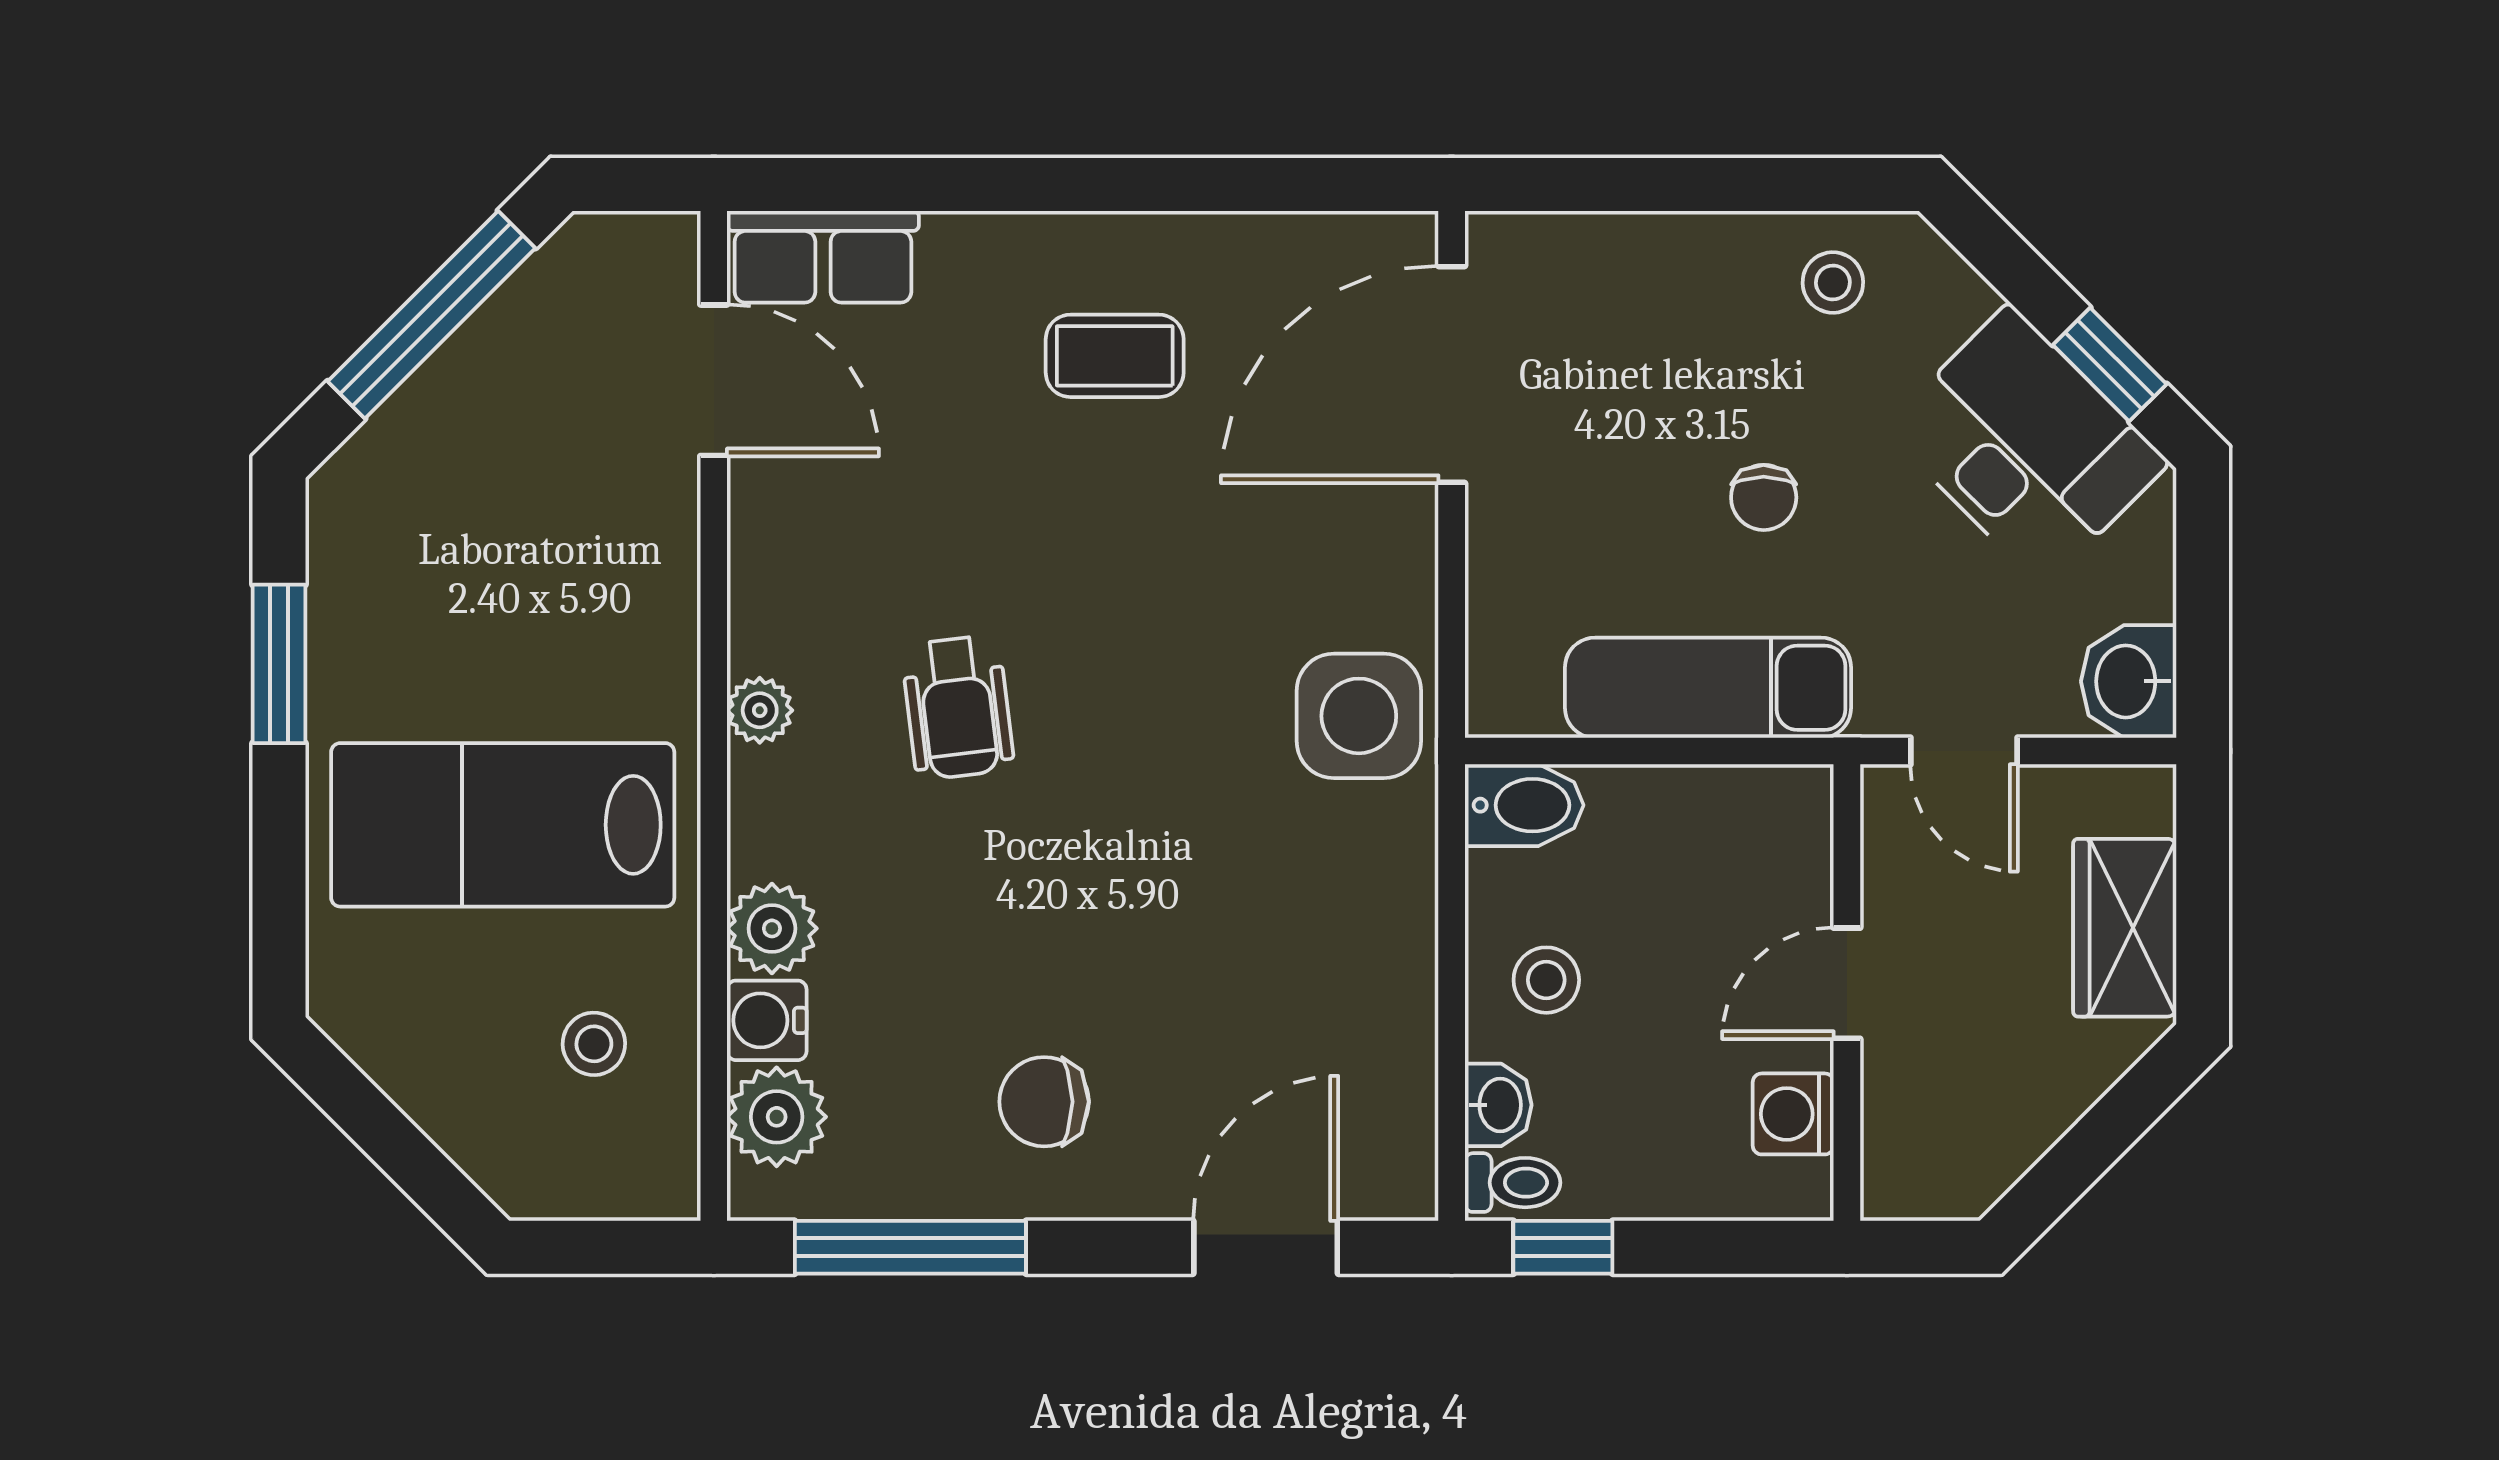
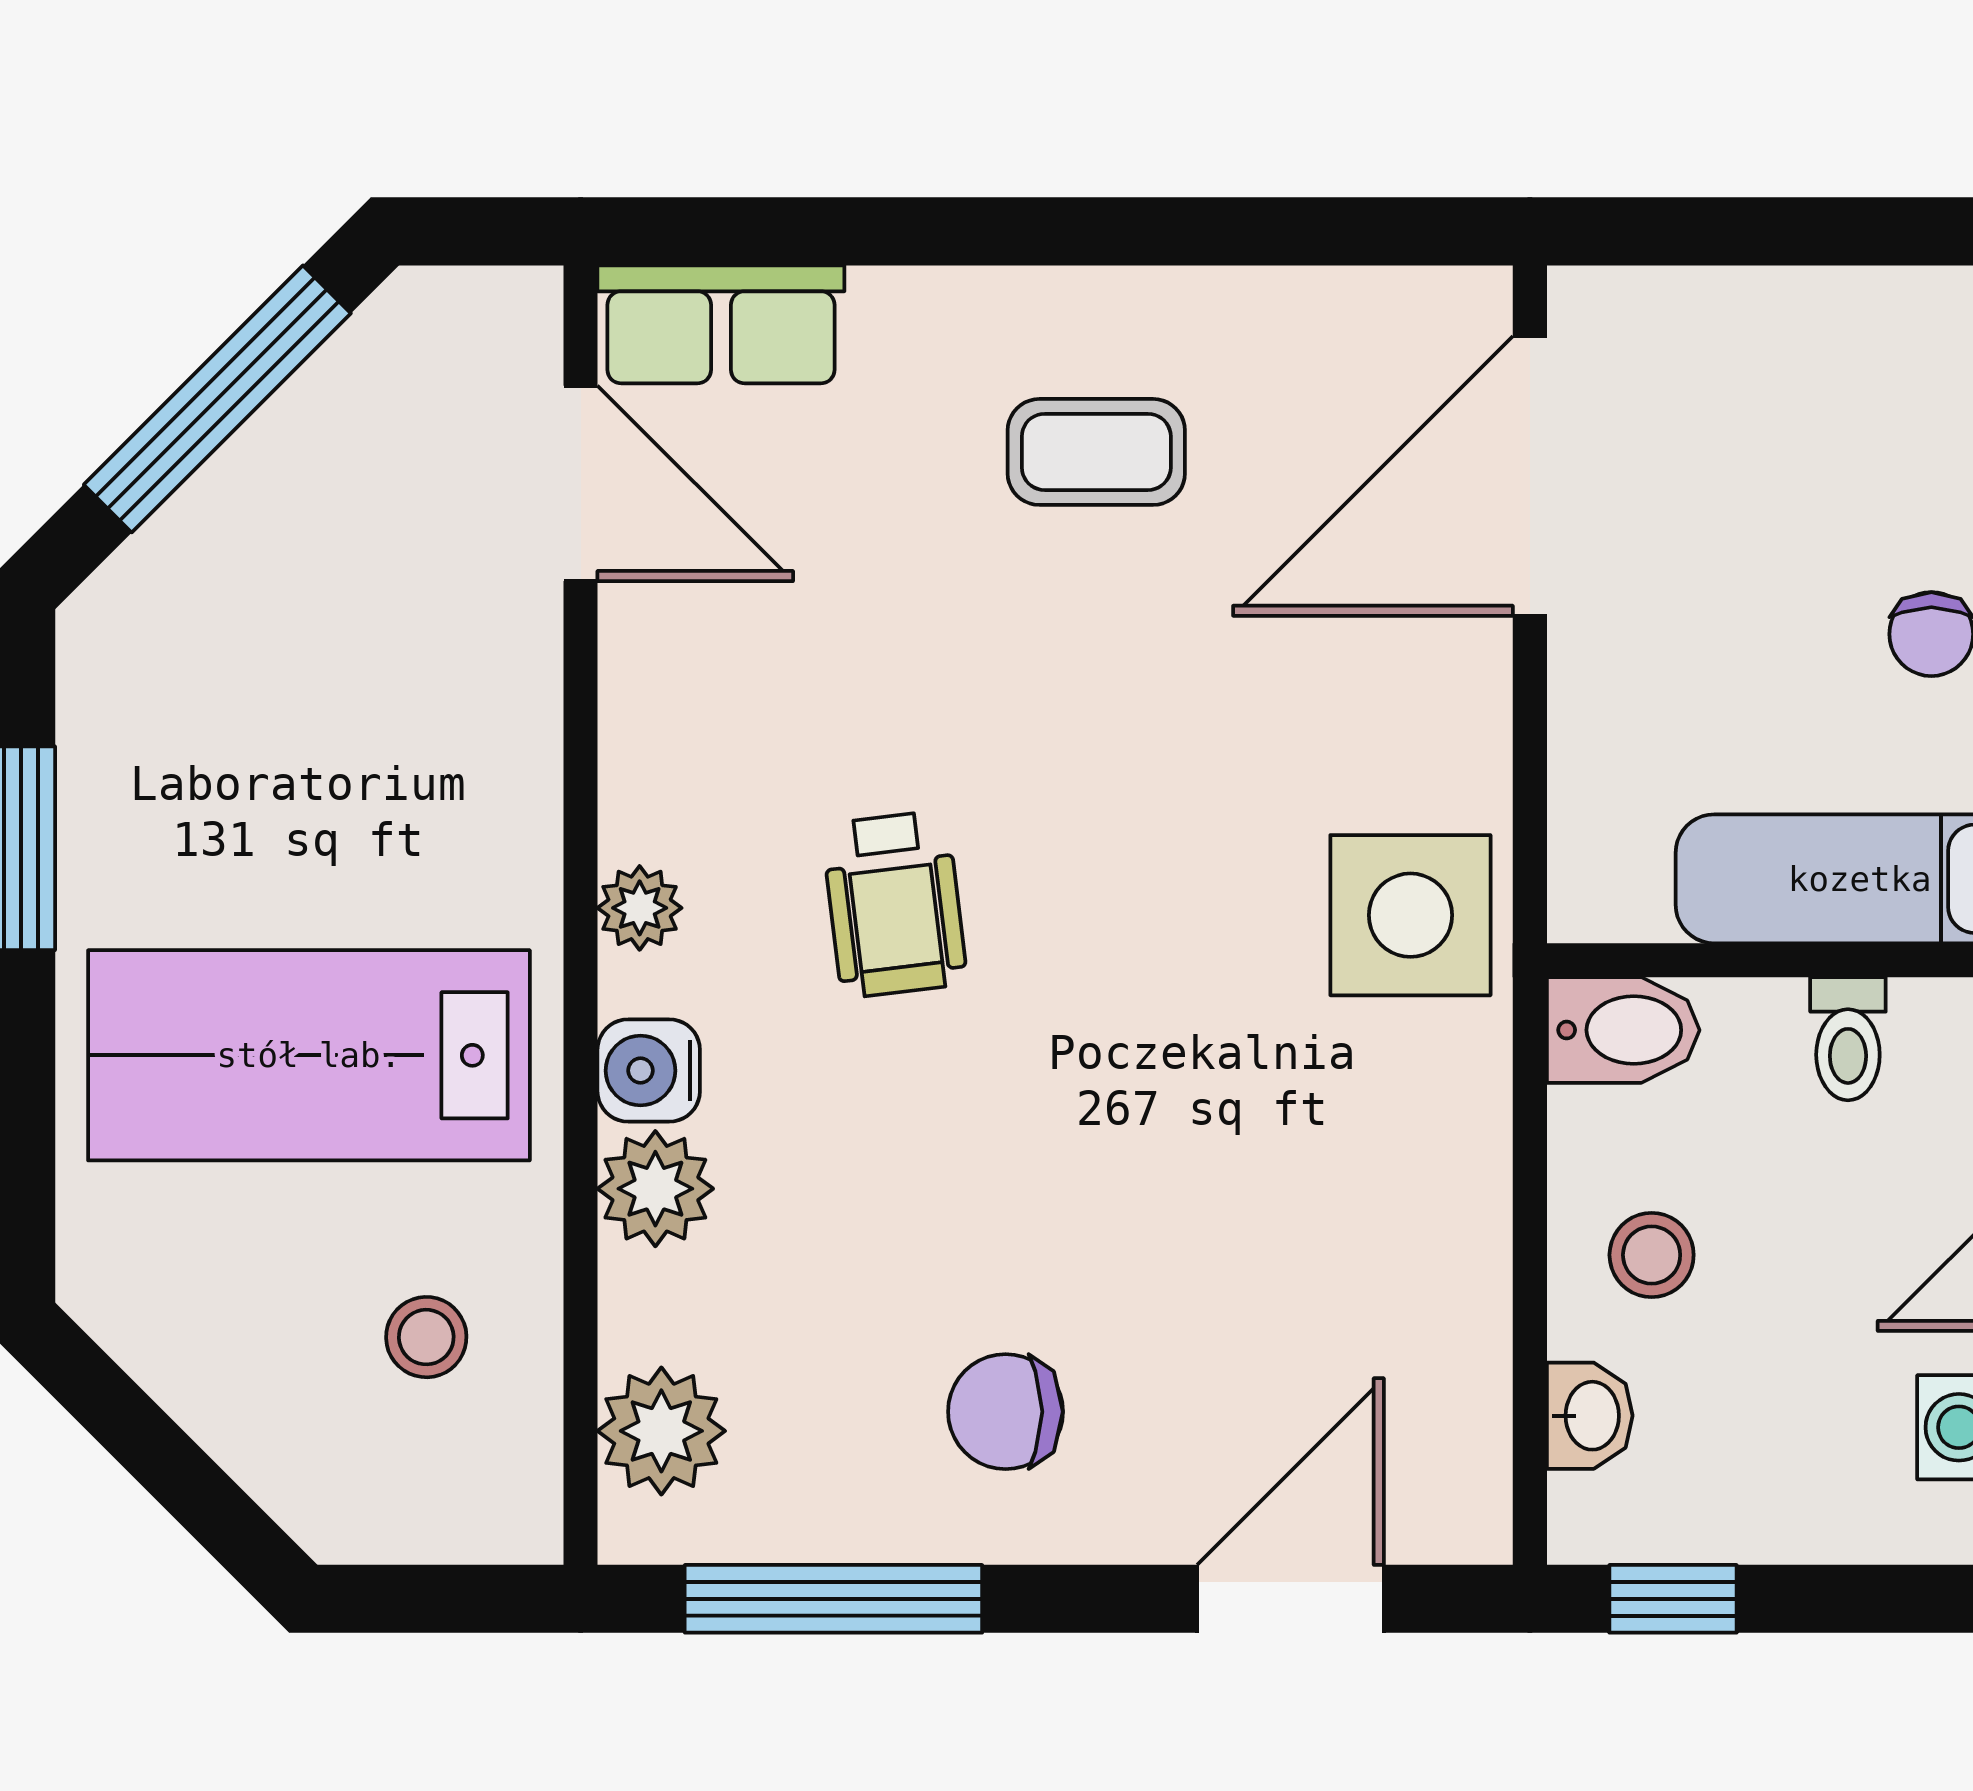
water cooler: (767, 1020) -> (649, 1071), moved
toilet: (1513, 1183) -> (1848, 1039), moved, turned 90

